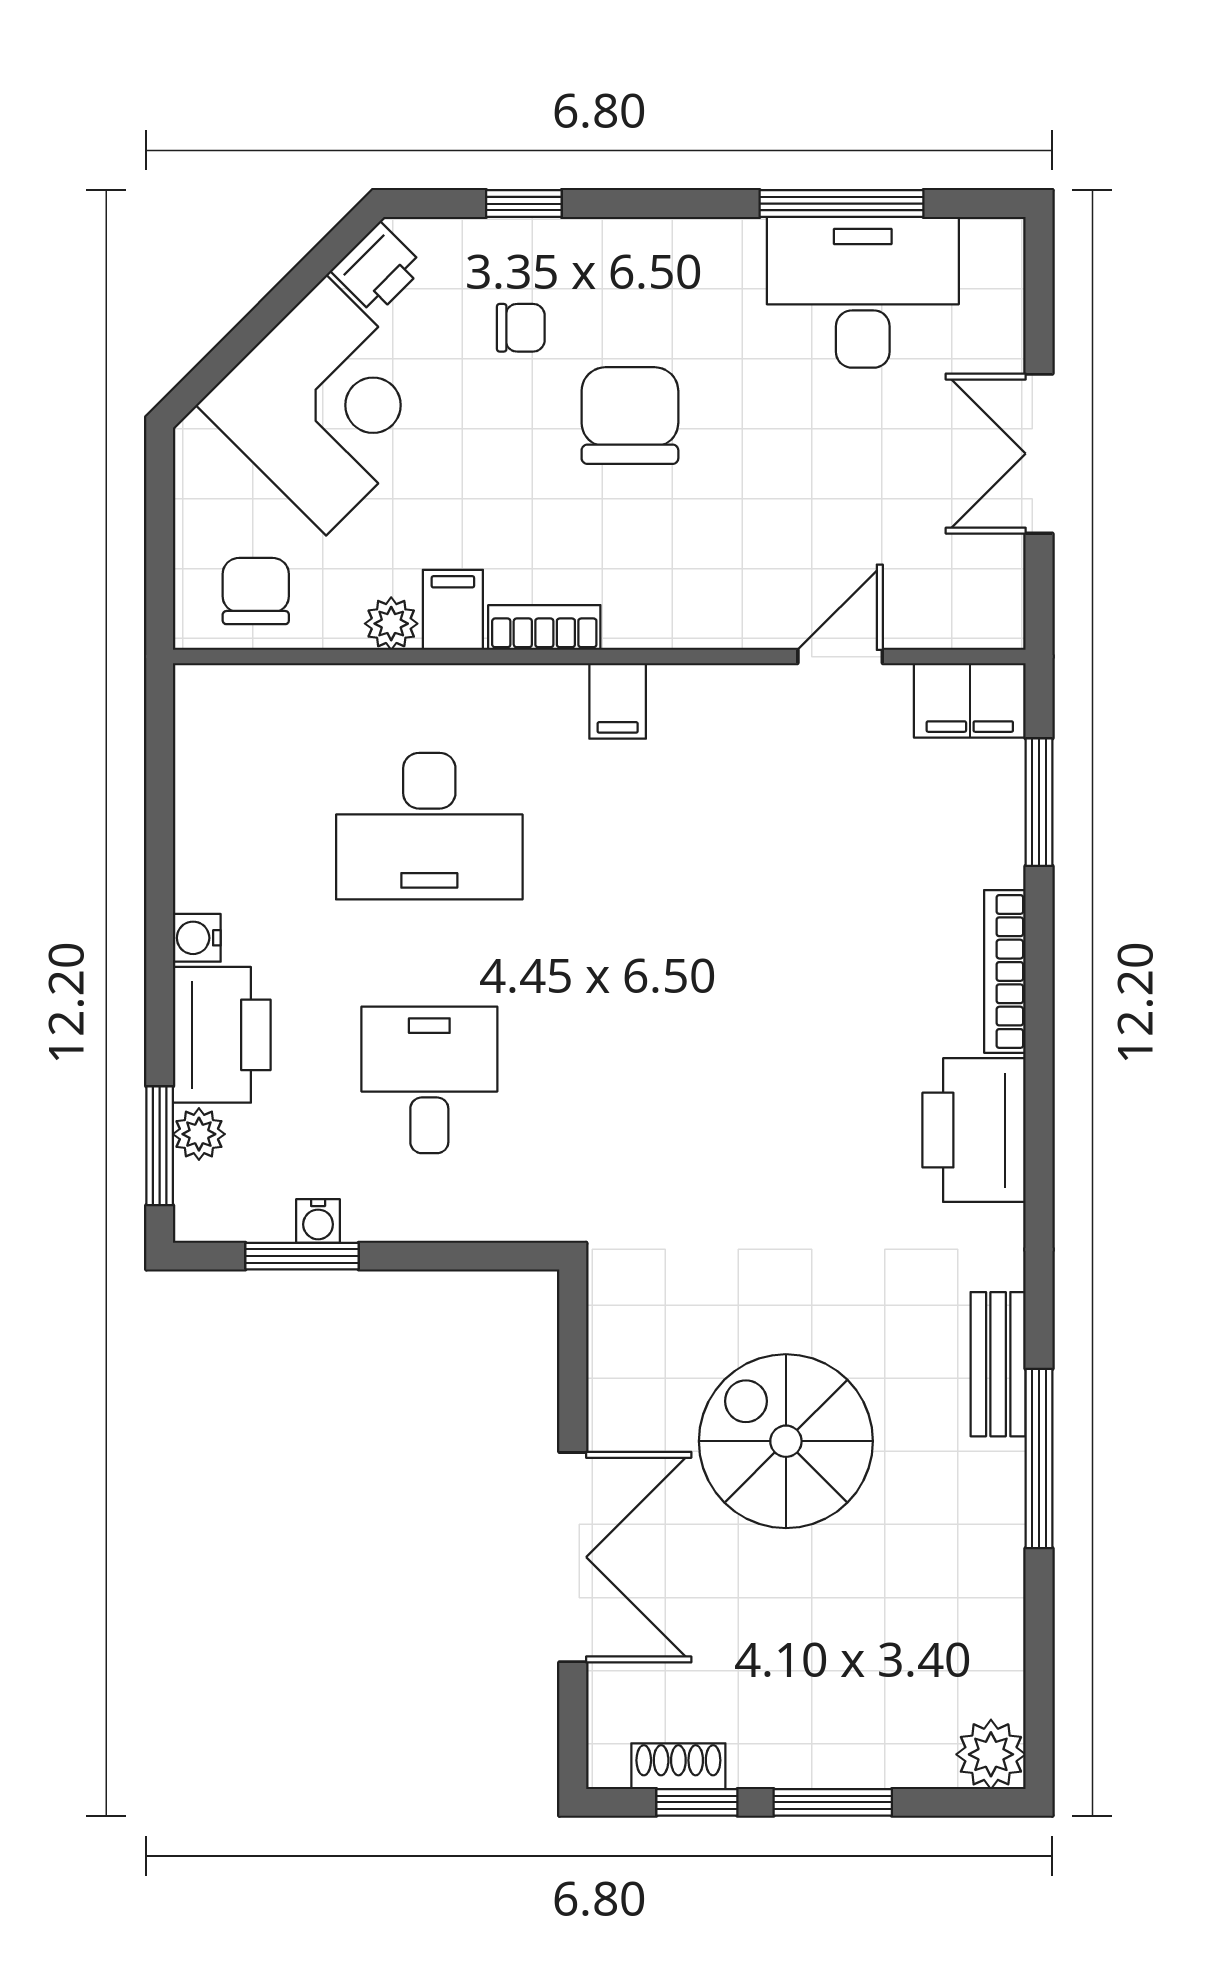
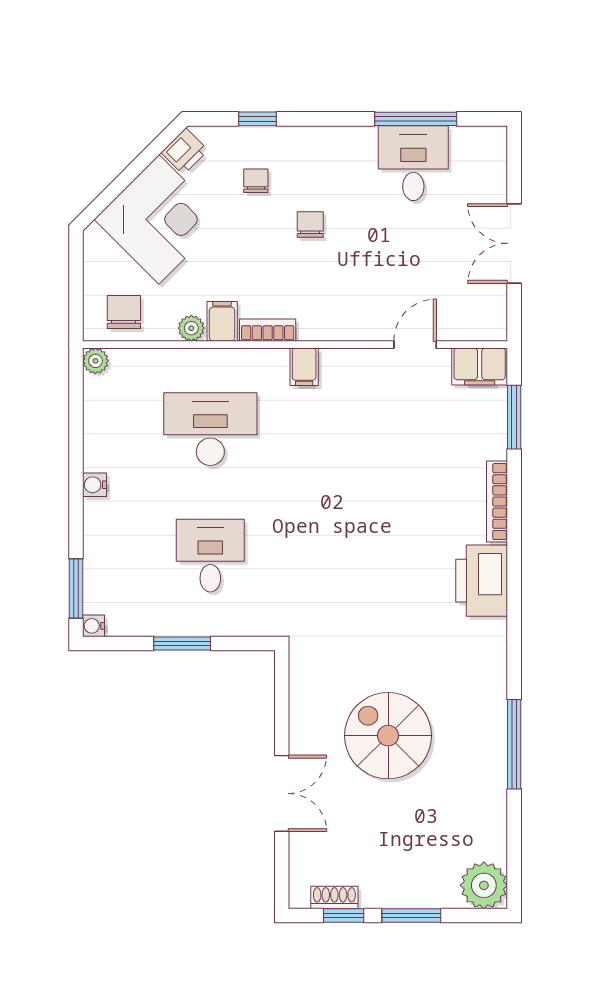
desk: (863, 292) -> (413, 163), width x0.73
chair: (521, 328) -> (256, 181), turned -90
chair: (630, 416) -> (310, 225), width x0.54, depth x0.54
desk: (429, 826) -> (210, 429), turned 180
printer: (222, 1035) -> (107, 533), removed
plant: (199, 1134) -> (95, 361), moved
water cooler: (318, 1221) -> (93, 626), moved, turned 90
window: (302, 1256) -> (182, 643), moved
bench: (998, 1364) -> (494, 697), removed
double door: (573, 1557) -> (282, 793), width x0.73
plant: (991, 1754) -> (484, 885), width x1.36, depth x1.36

